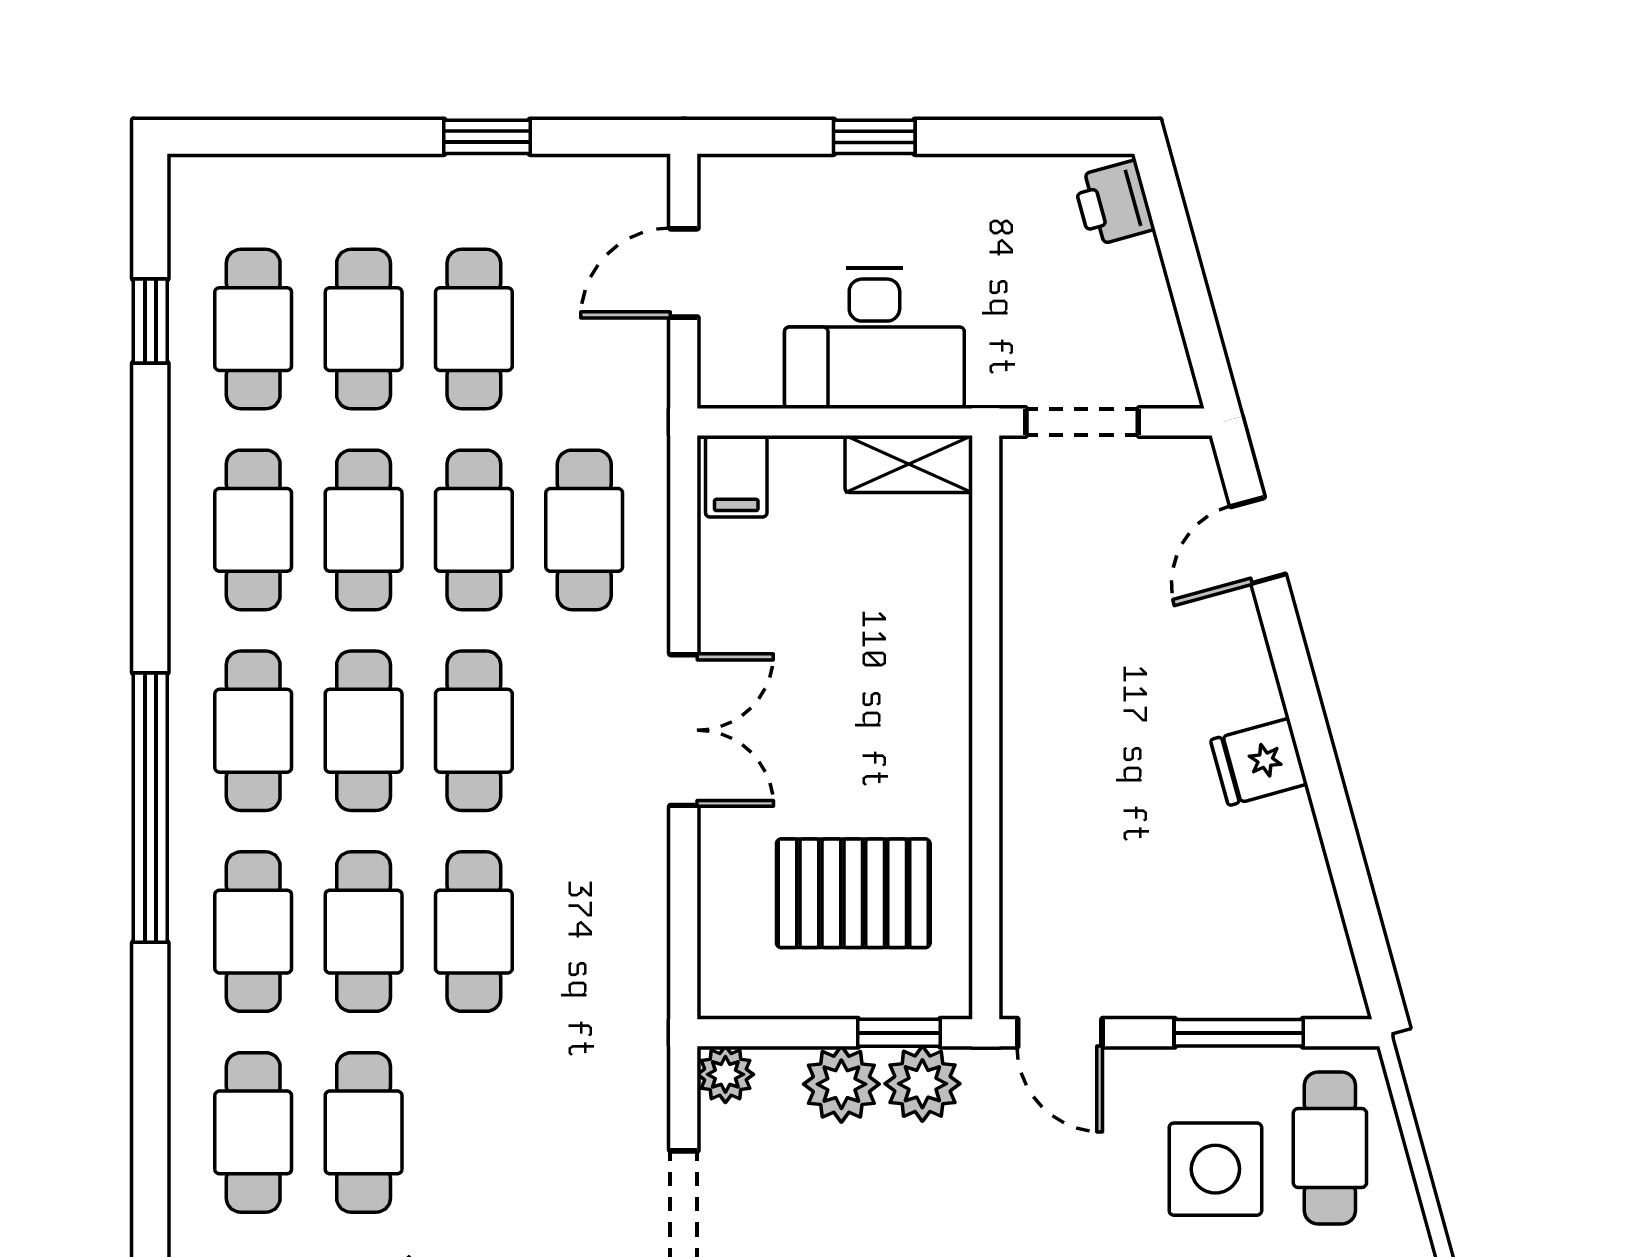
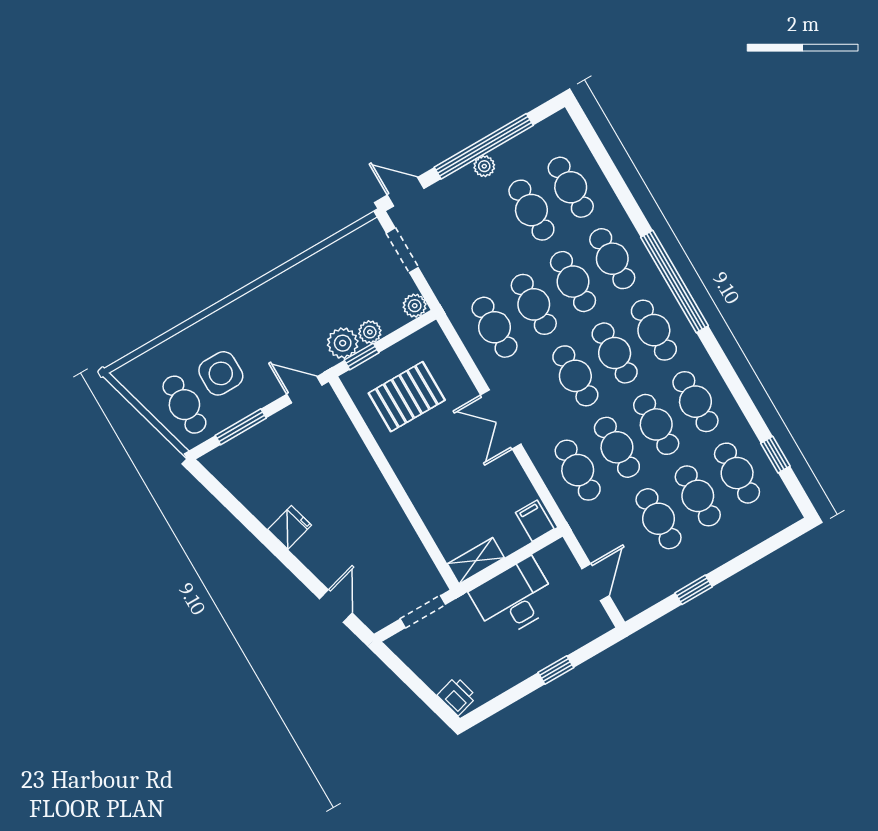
cafe table: (584, 932) -> (495, 327), added
plant: (841, 1084) -> (370, 332), width x0.73, depth x0.73

